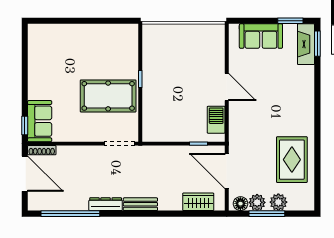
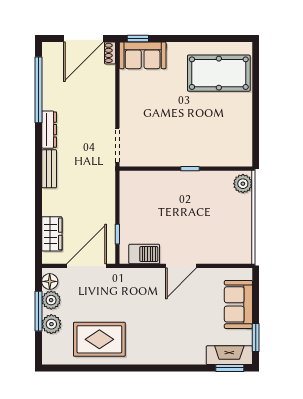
plant: (154, 32) -> (243, 184), added
pool table: (108, 96) -> (219, 73), moved, turned 90
shoe rack: (42, 150) -> (110, 53), width x0.70

